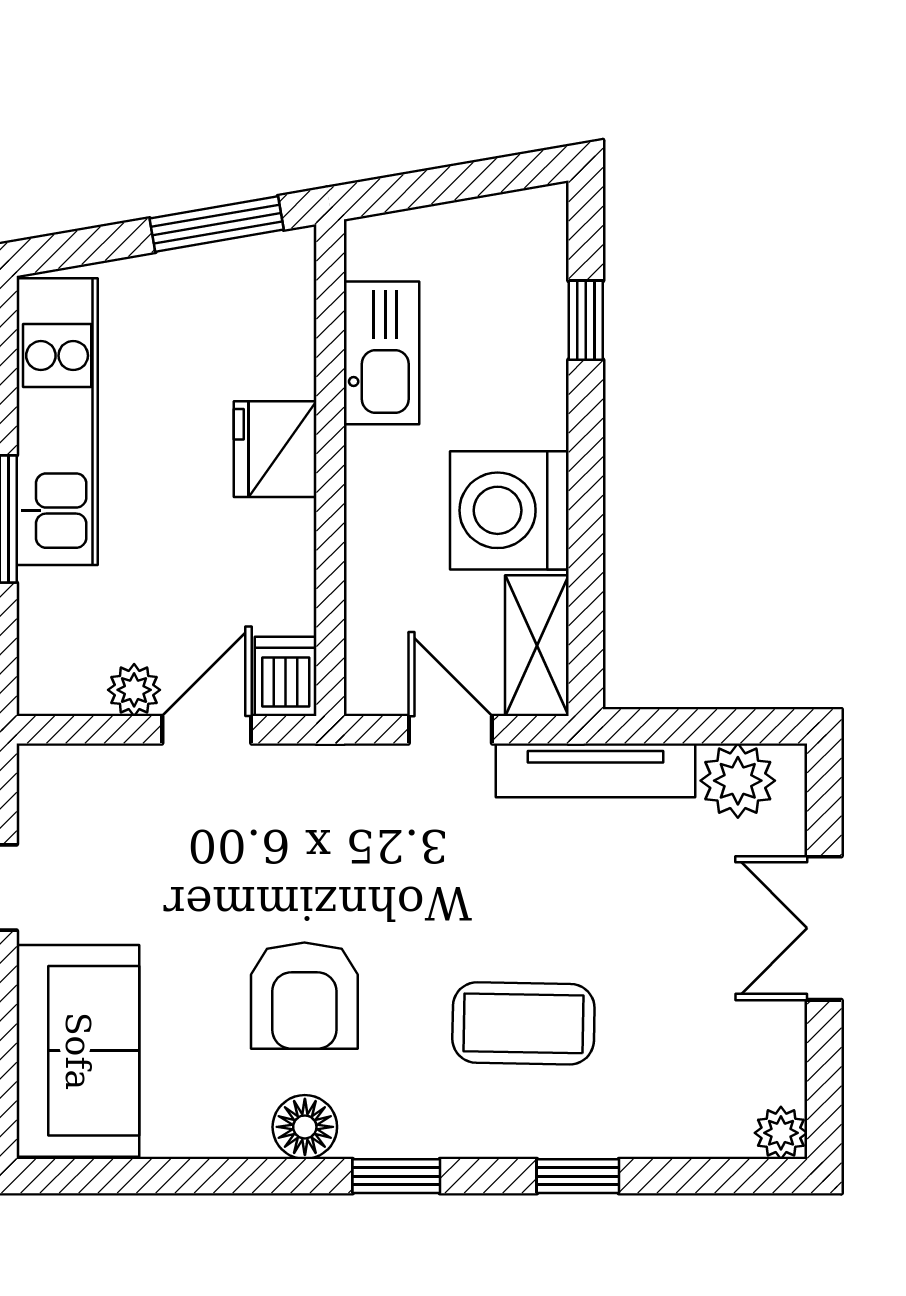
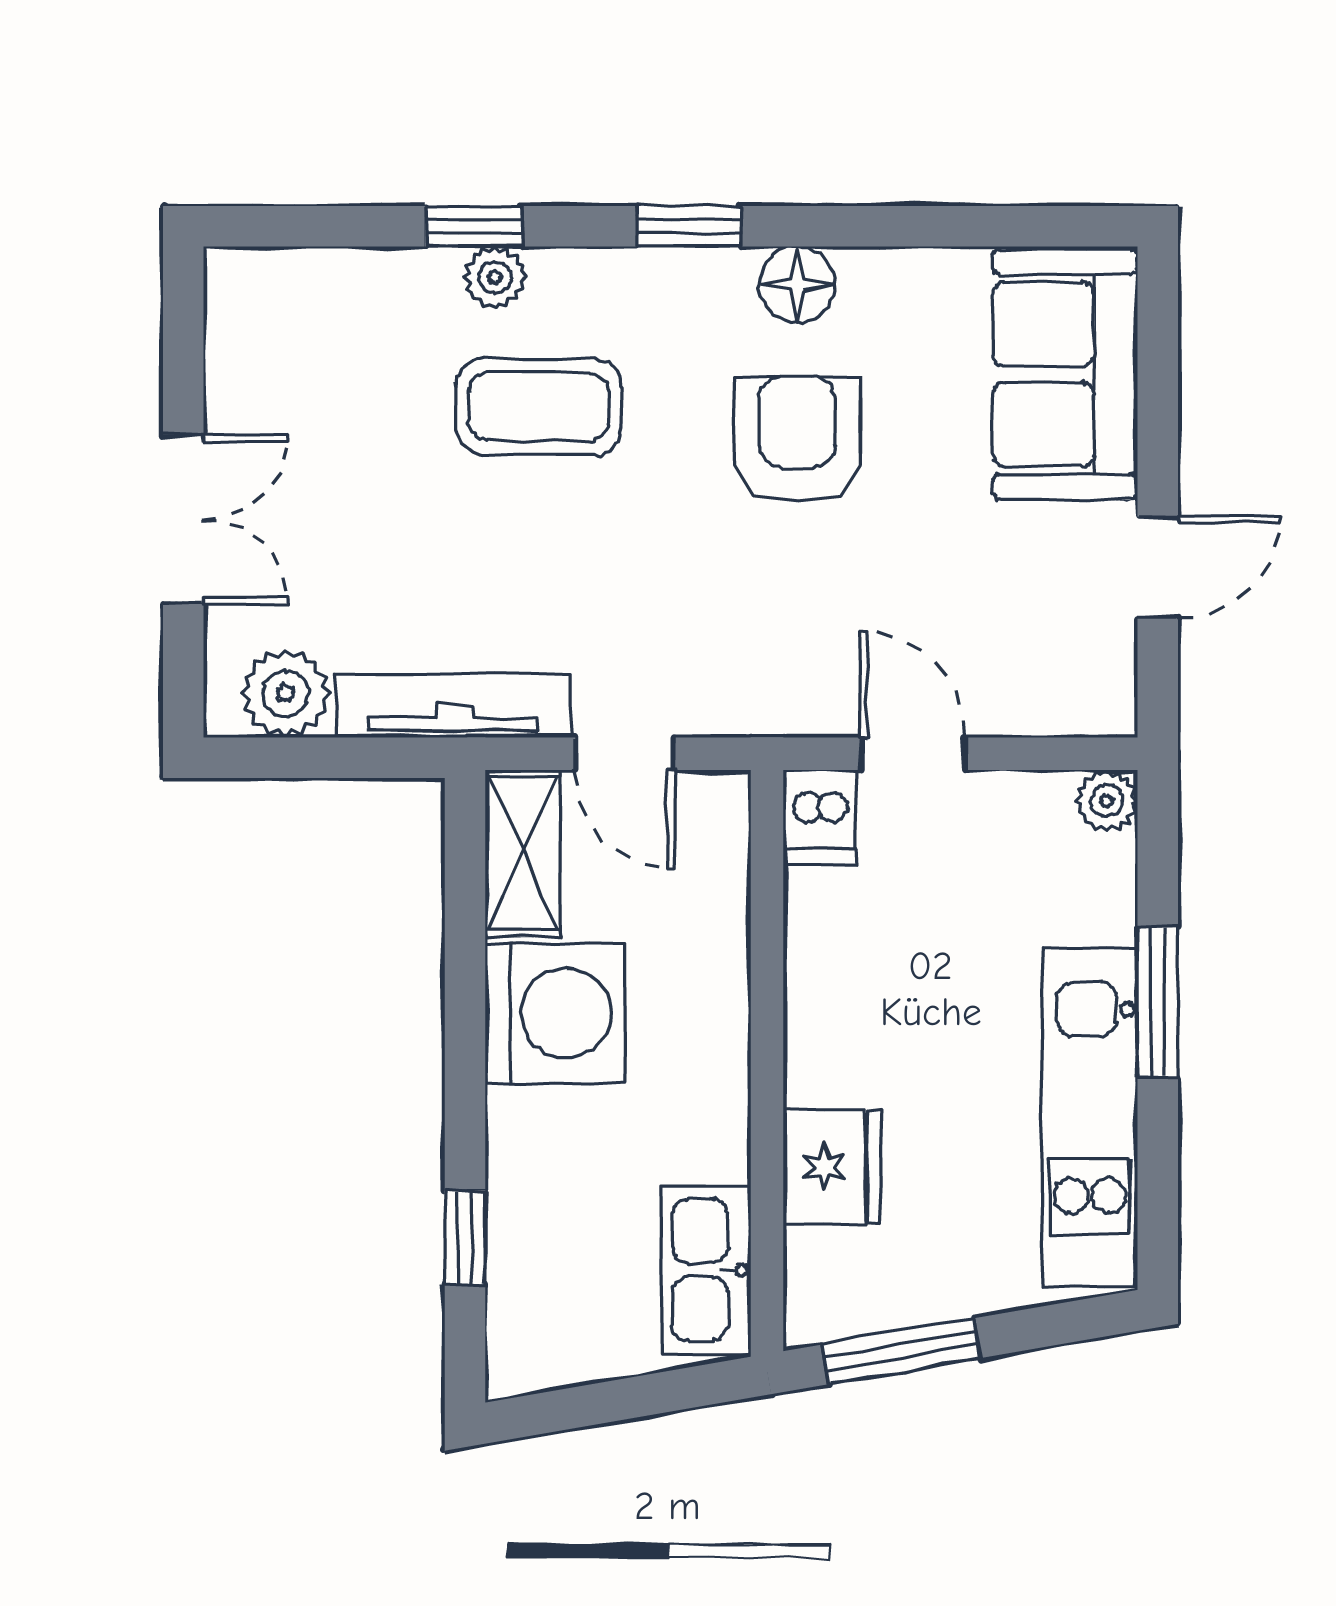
kitchen sink: (381, 353) -> (706, 1270), moved
fridge: (275, 449) -> (832, 1167), moved
plant: (134, 690) -> (1107, 801), moved
door: (207, 730) -> (913, 754), swing flipped
plant: (781, 1133) -> (495, 277), moved

